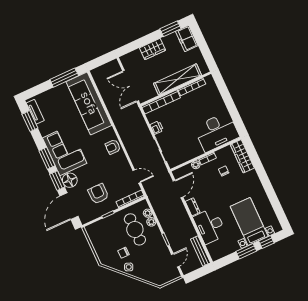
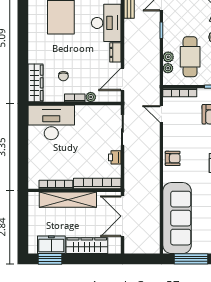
freezer: (187, 38) -> (51, 245), moved, turned -90
wardrobe: (152, 49) -> (87, 246), width x1.50
double door: (131, 86) -> (122, 216), swing flipped

